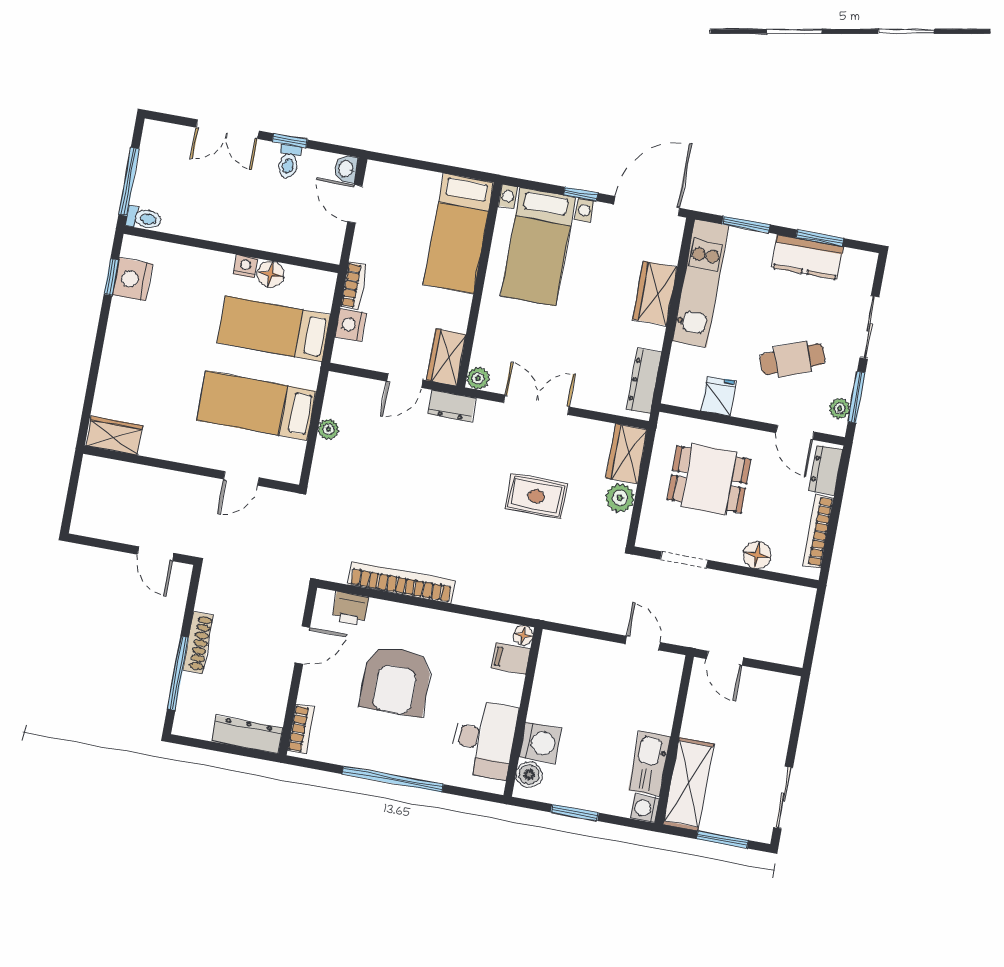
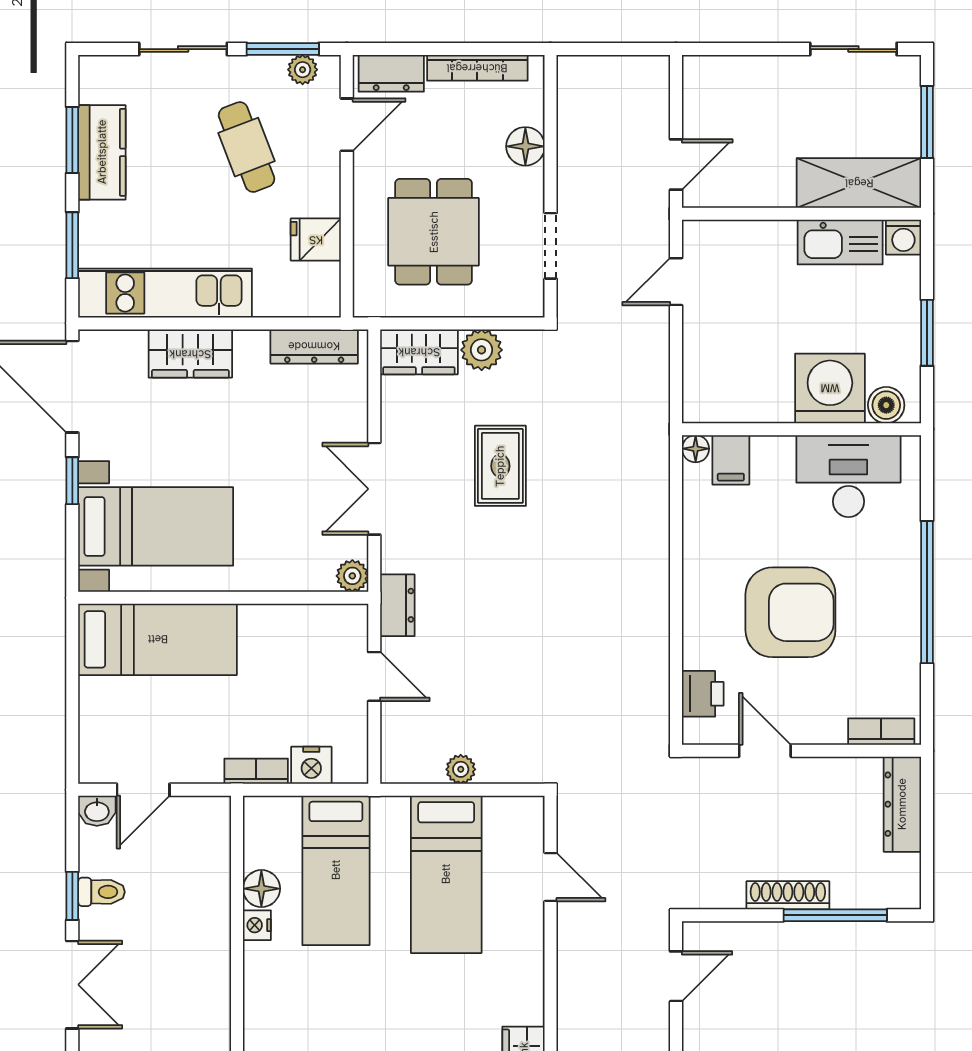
wardrobe: (446, 357) -> (331, 625), removed
bookcase: (401, 582) -> (654, 630), removed
washing machine: (540, 743) -> (830, 388), width x1.37, depth x1.37

